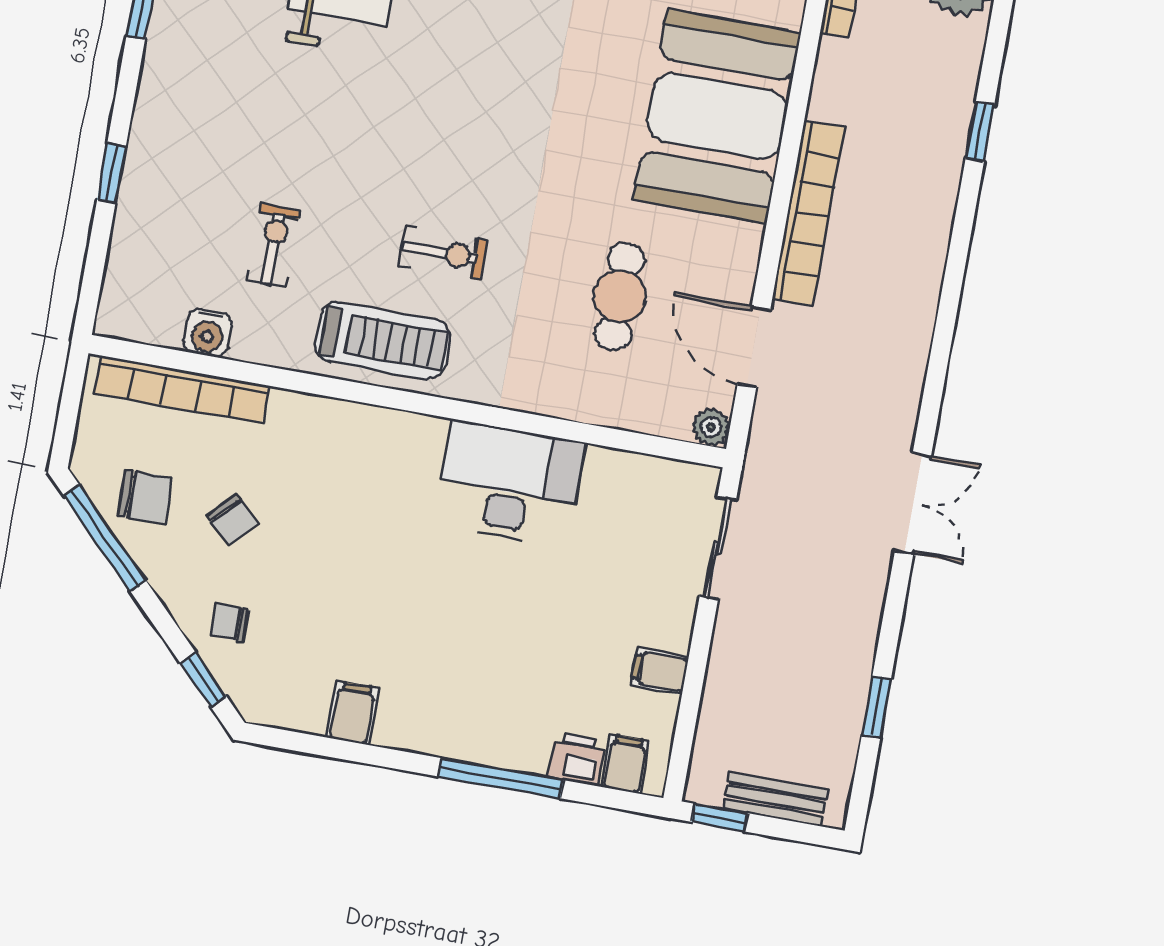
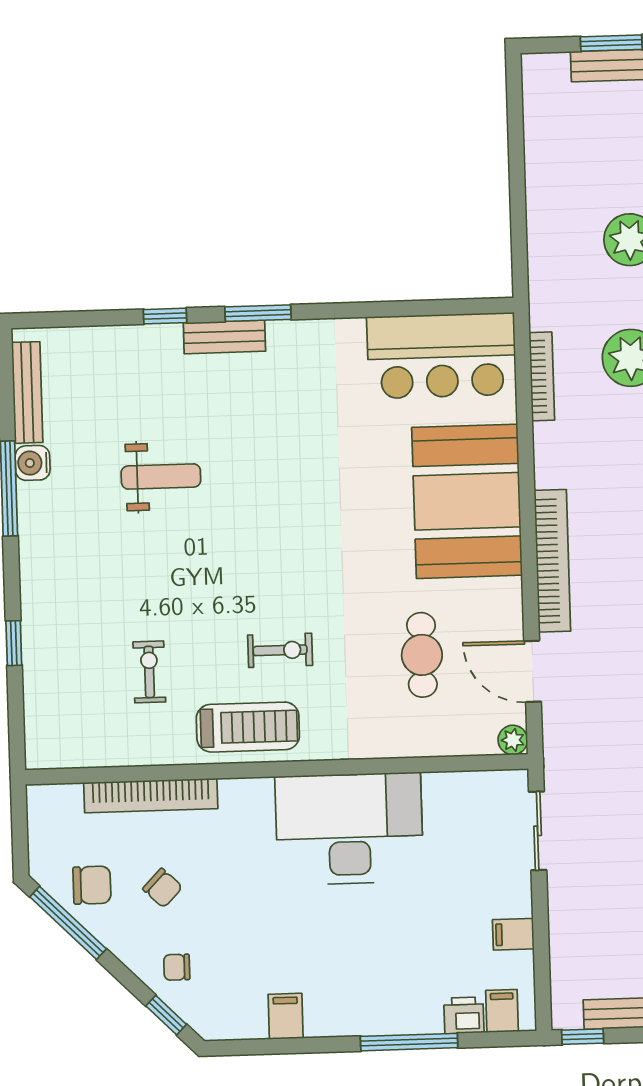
water cooler: (208, 333) -> (113, 750), removed
bookcase: (181, 389) -> (151, 796), moved
desk: (510, 483) -> (349, 829), width x1.36, depth x1.30

